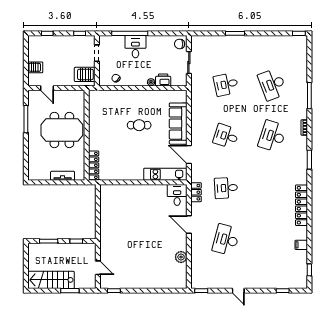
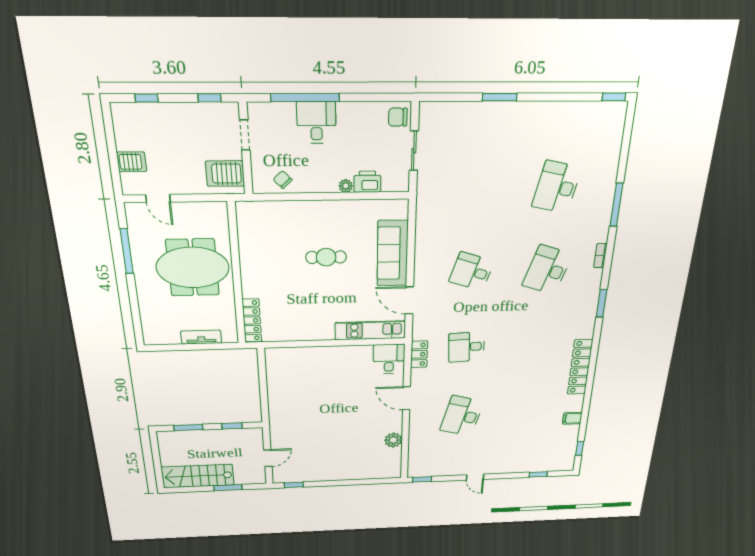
desk: (226, 84) -> (477, 188), removed
desk: (272, 84) -> (557, 187), turned 33
door: (98, 268) -> (268, 458), hinge flipped

